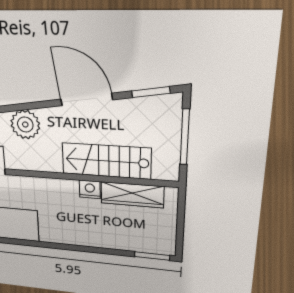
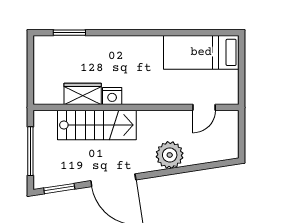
wardrobe: (132, 195) -> (83, 94), width x0.67
window: (152, 256) -> (69, 33), moved

